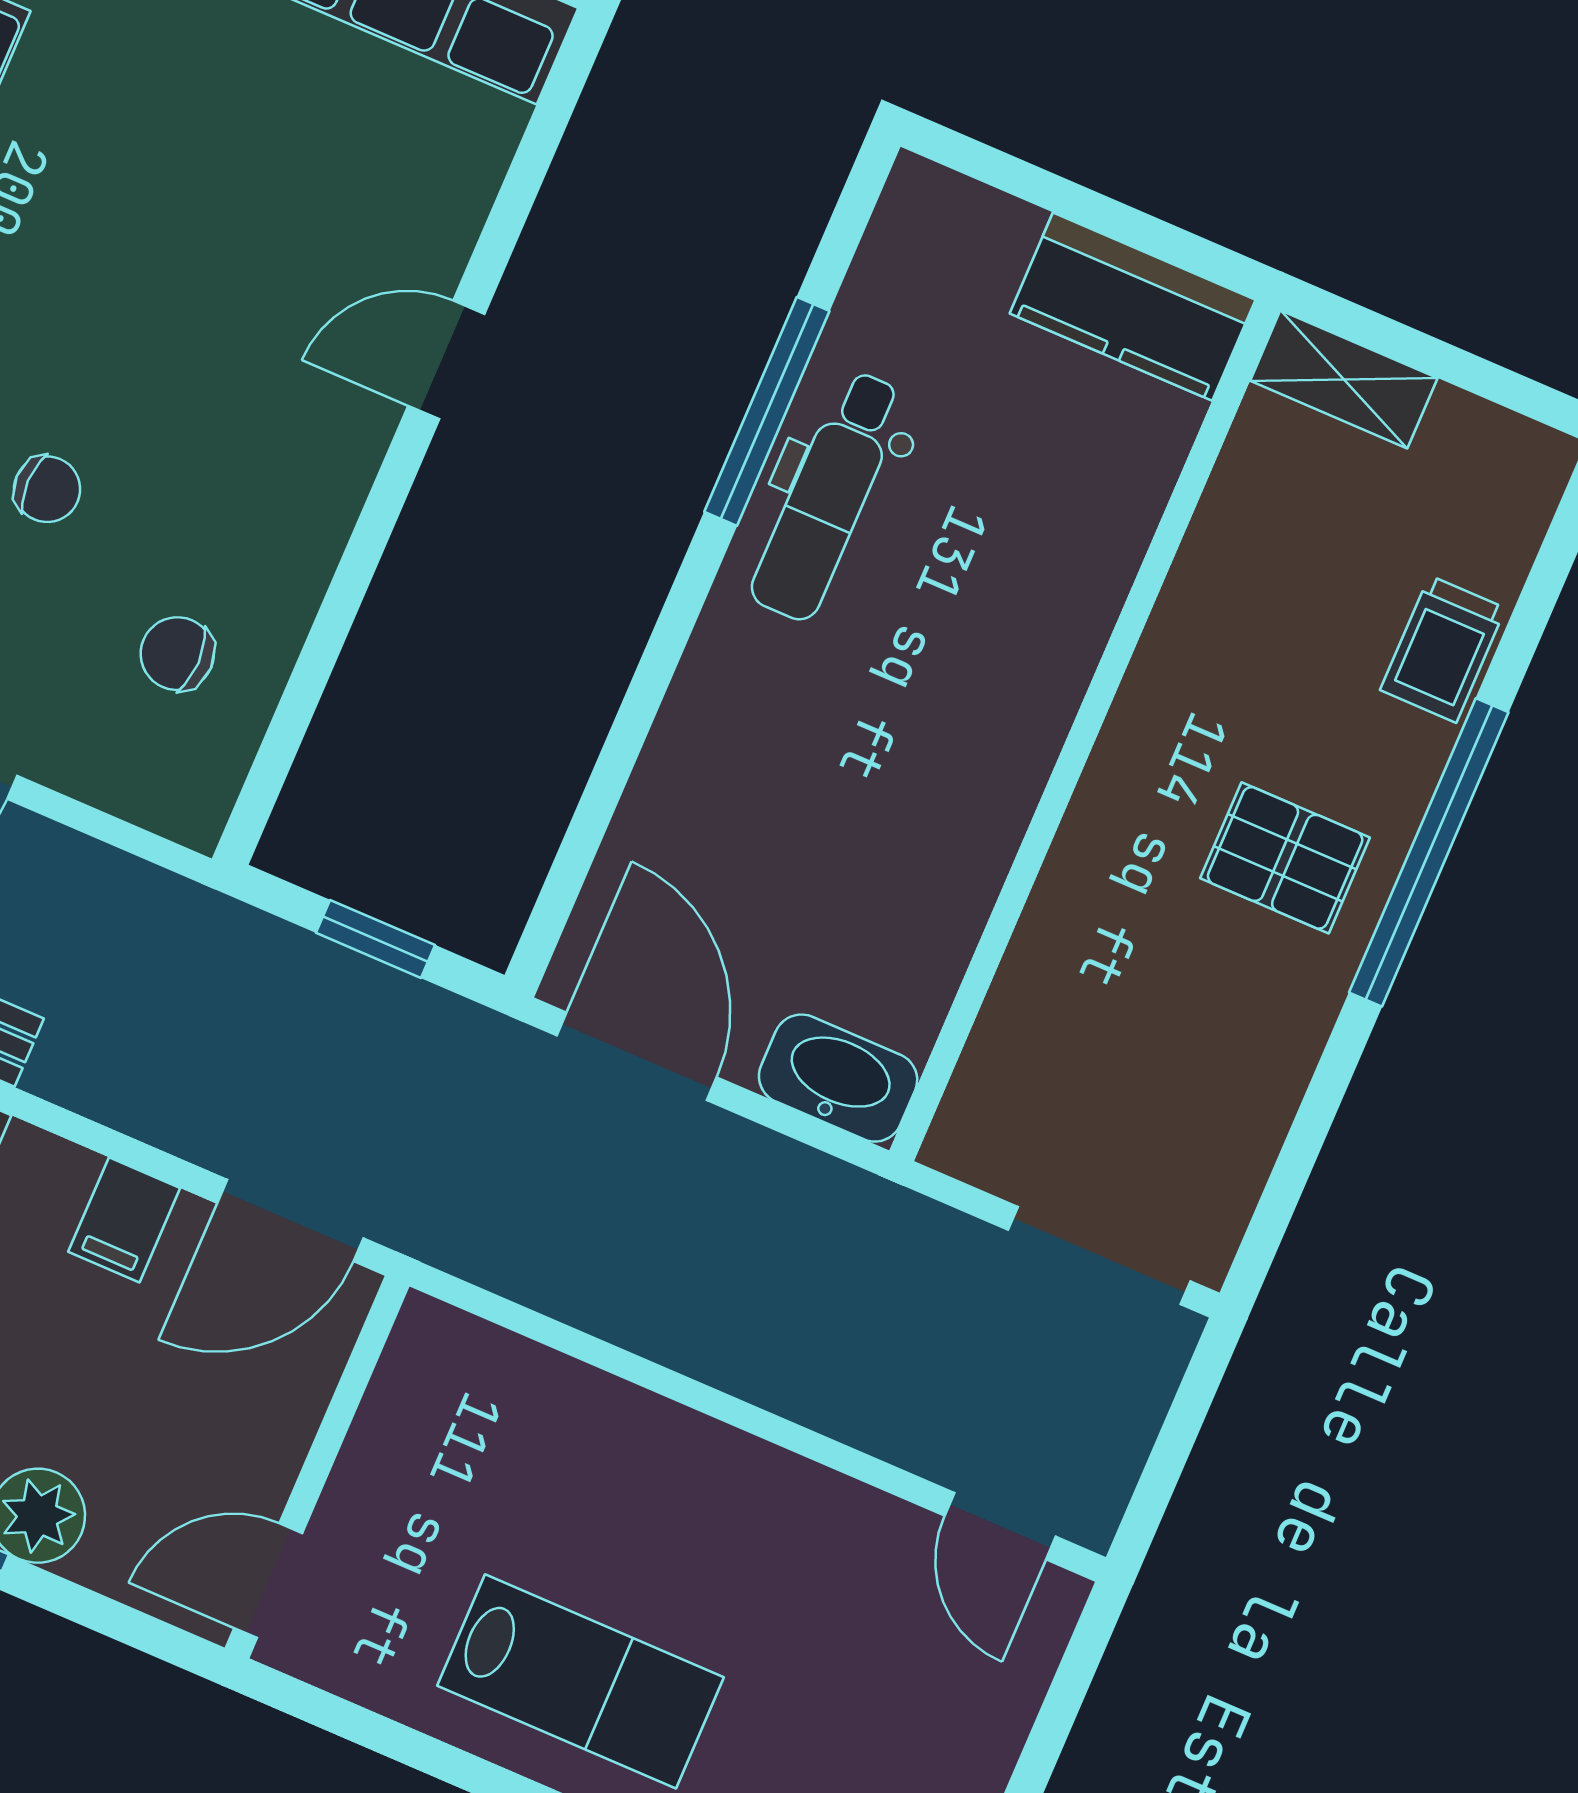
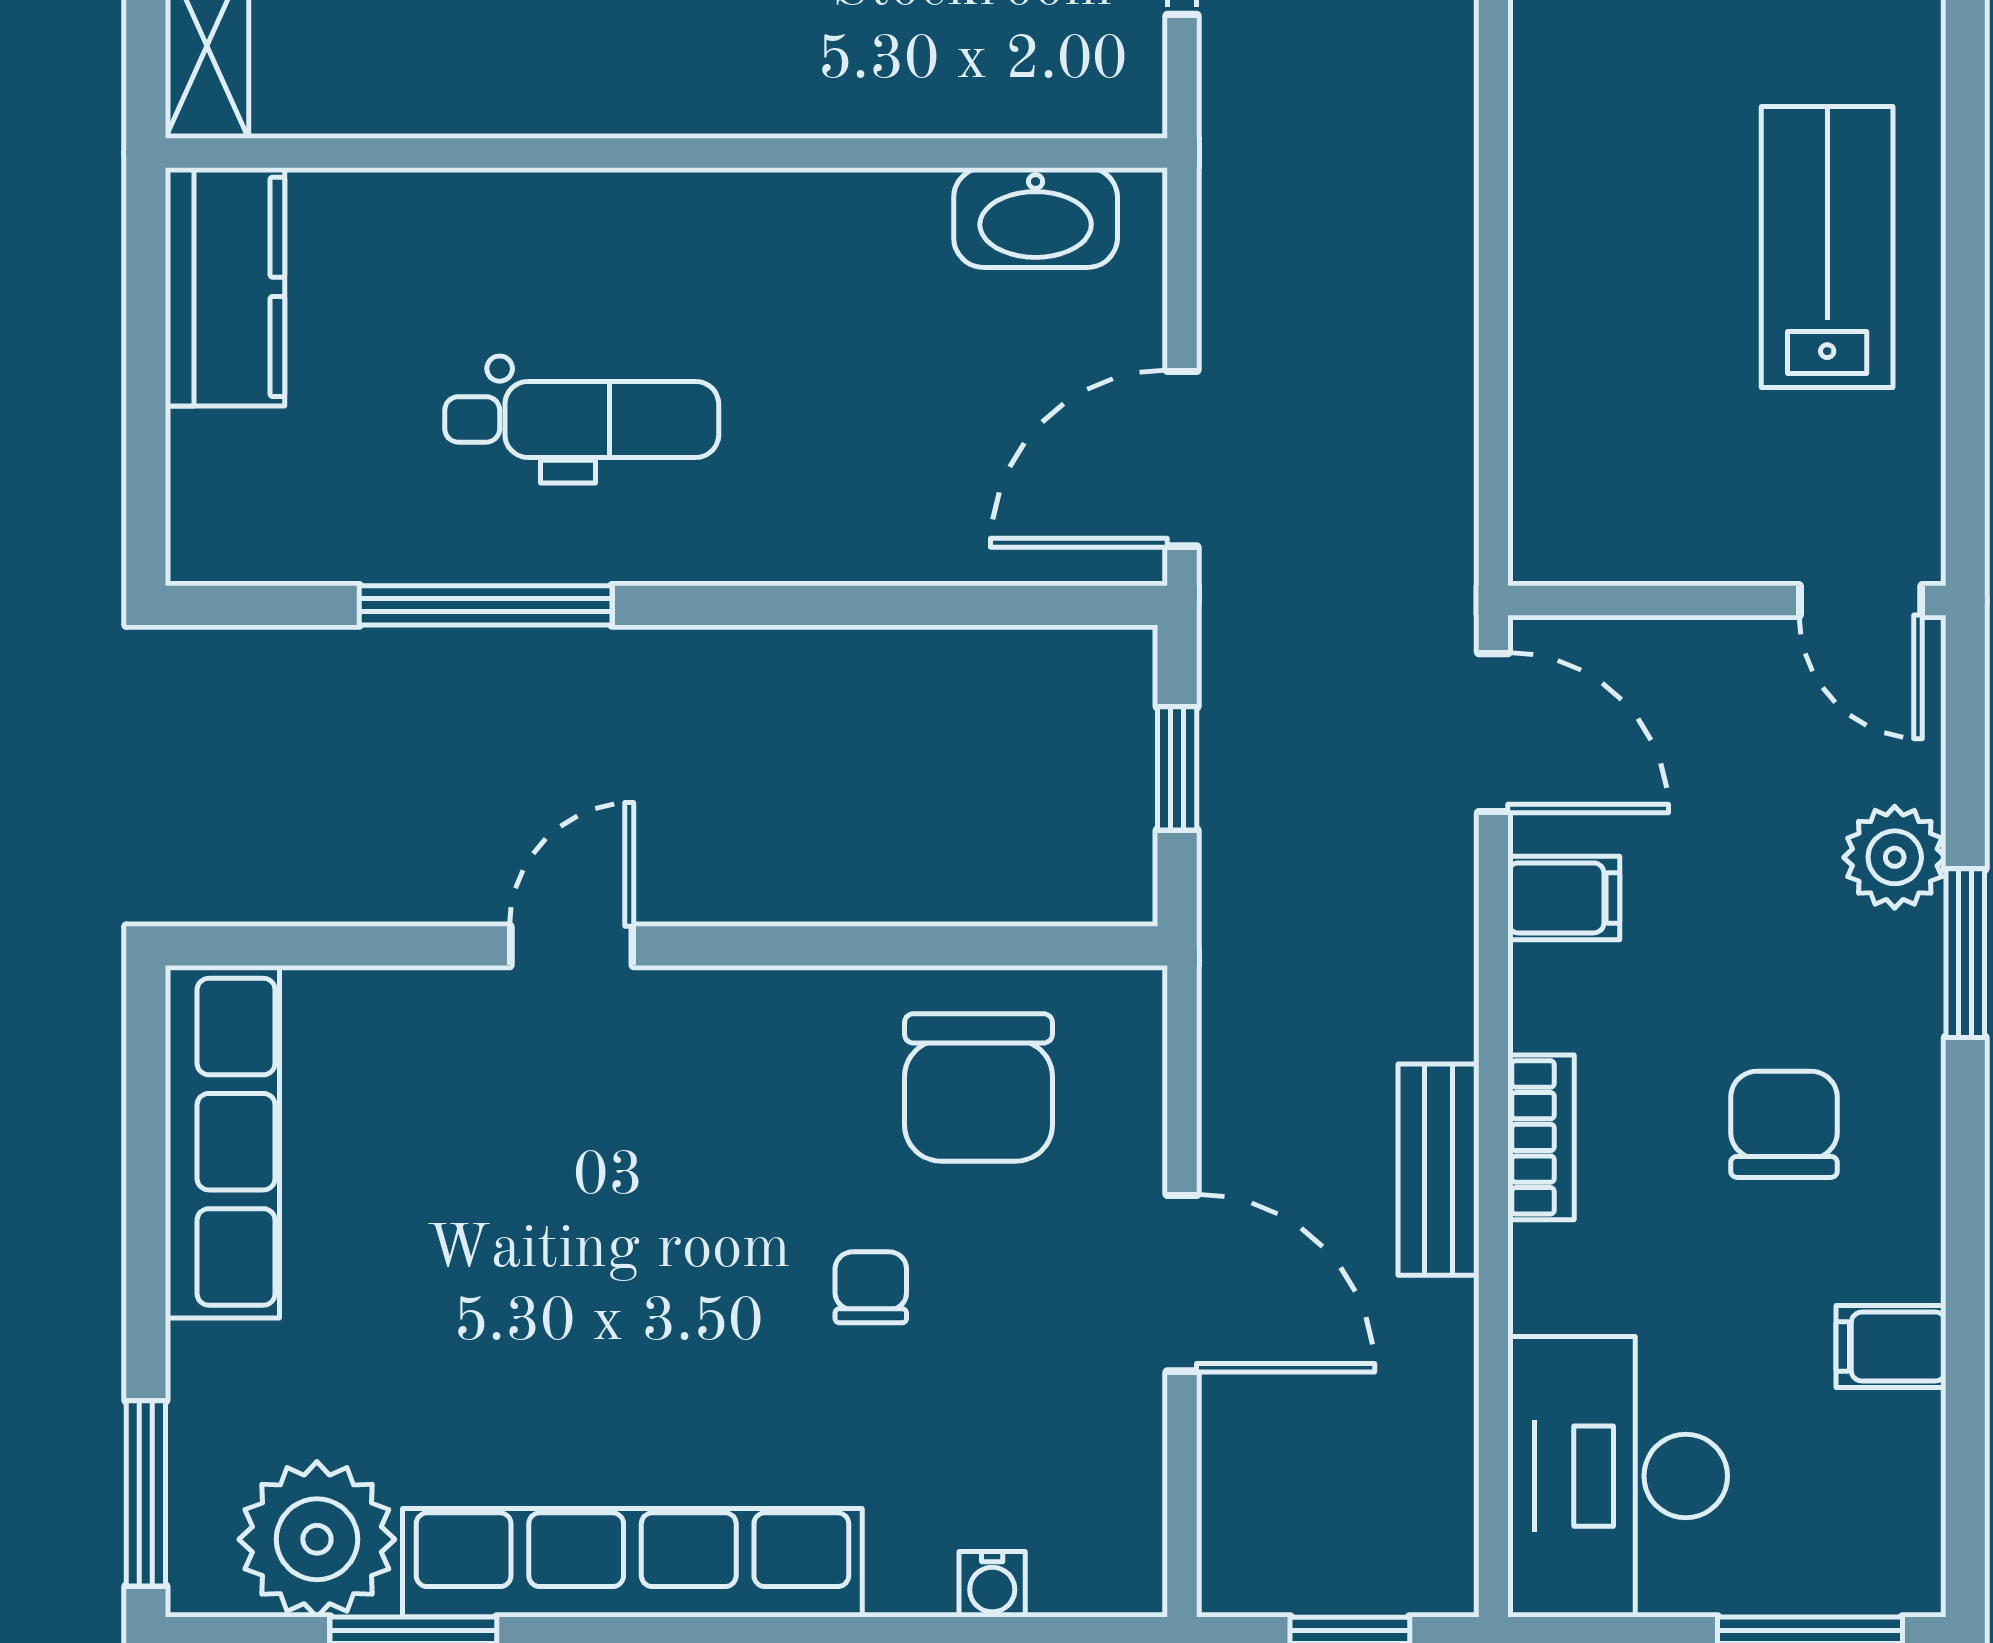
door: (446, 360) -> (572, 946), swing flipped
dental chair: (828, 496) -> (582, 419), moved
chair: (177, 654) -> (978, 1087), width x1.87, depth x1.87
washbasin: (838, 1078) -> (1036, 218), moved, turned -90

